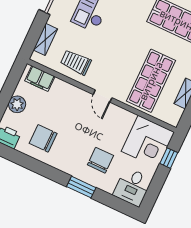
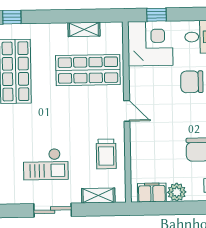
filing cabinet: (40, 79) -> (152, 192), moved, turned -90
door: (103, 96) -> (127, 111), hinge flipped

